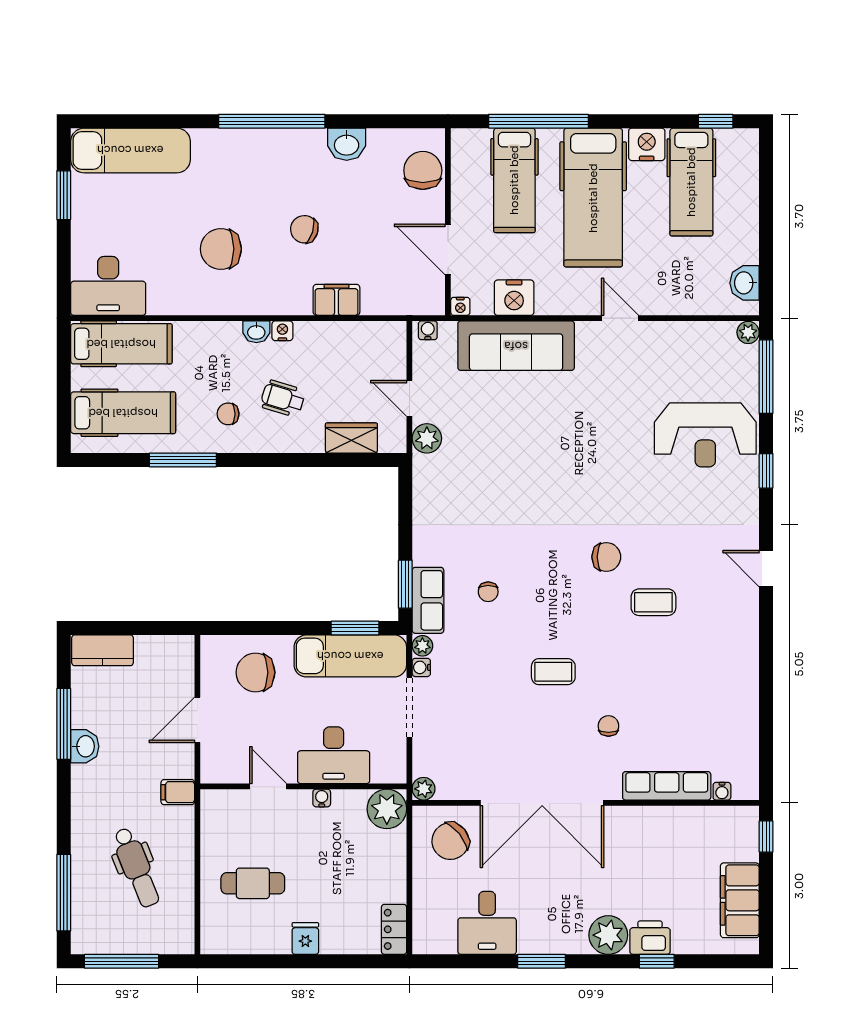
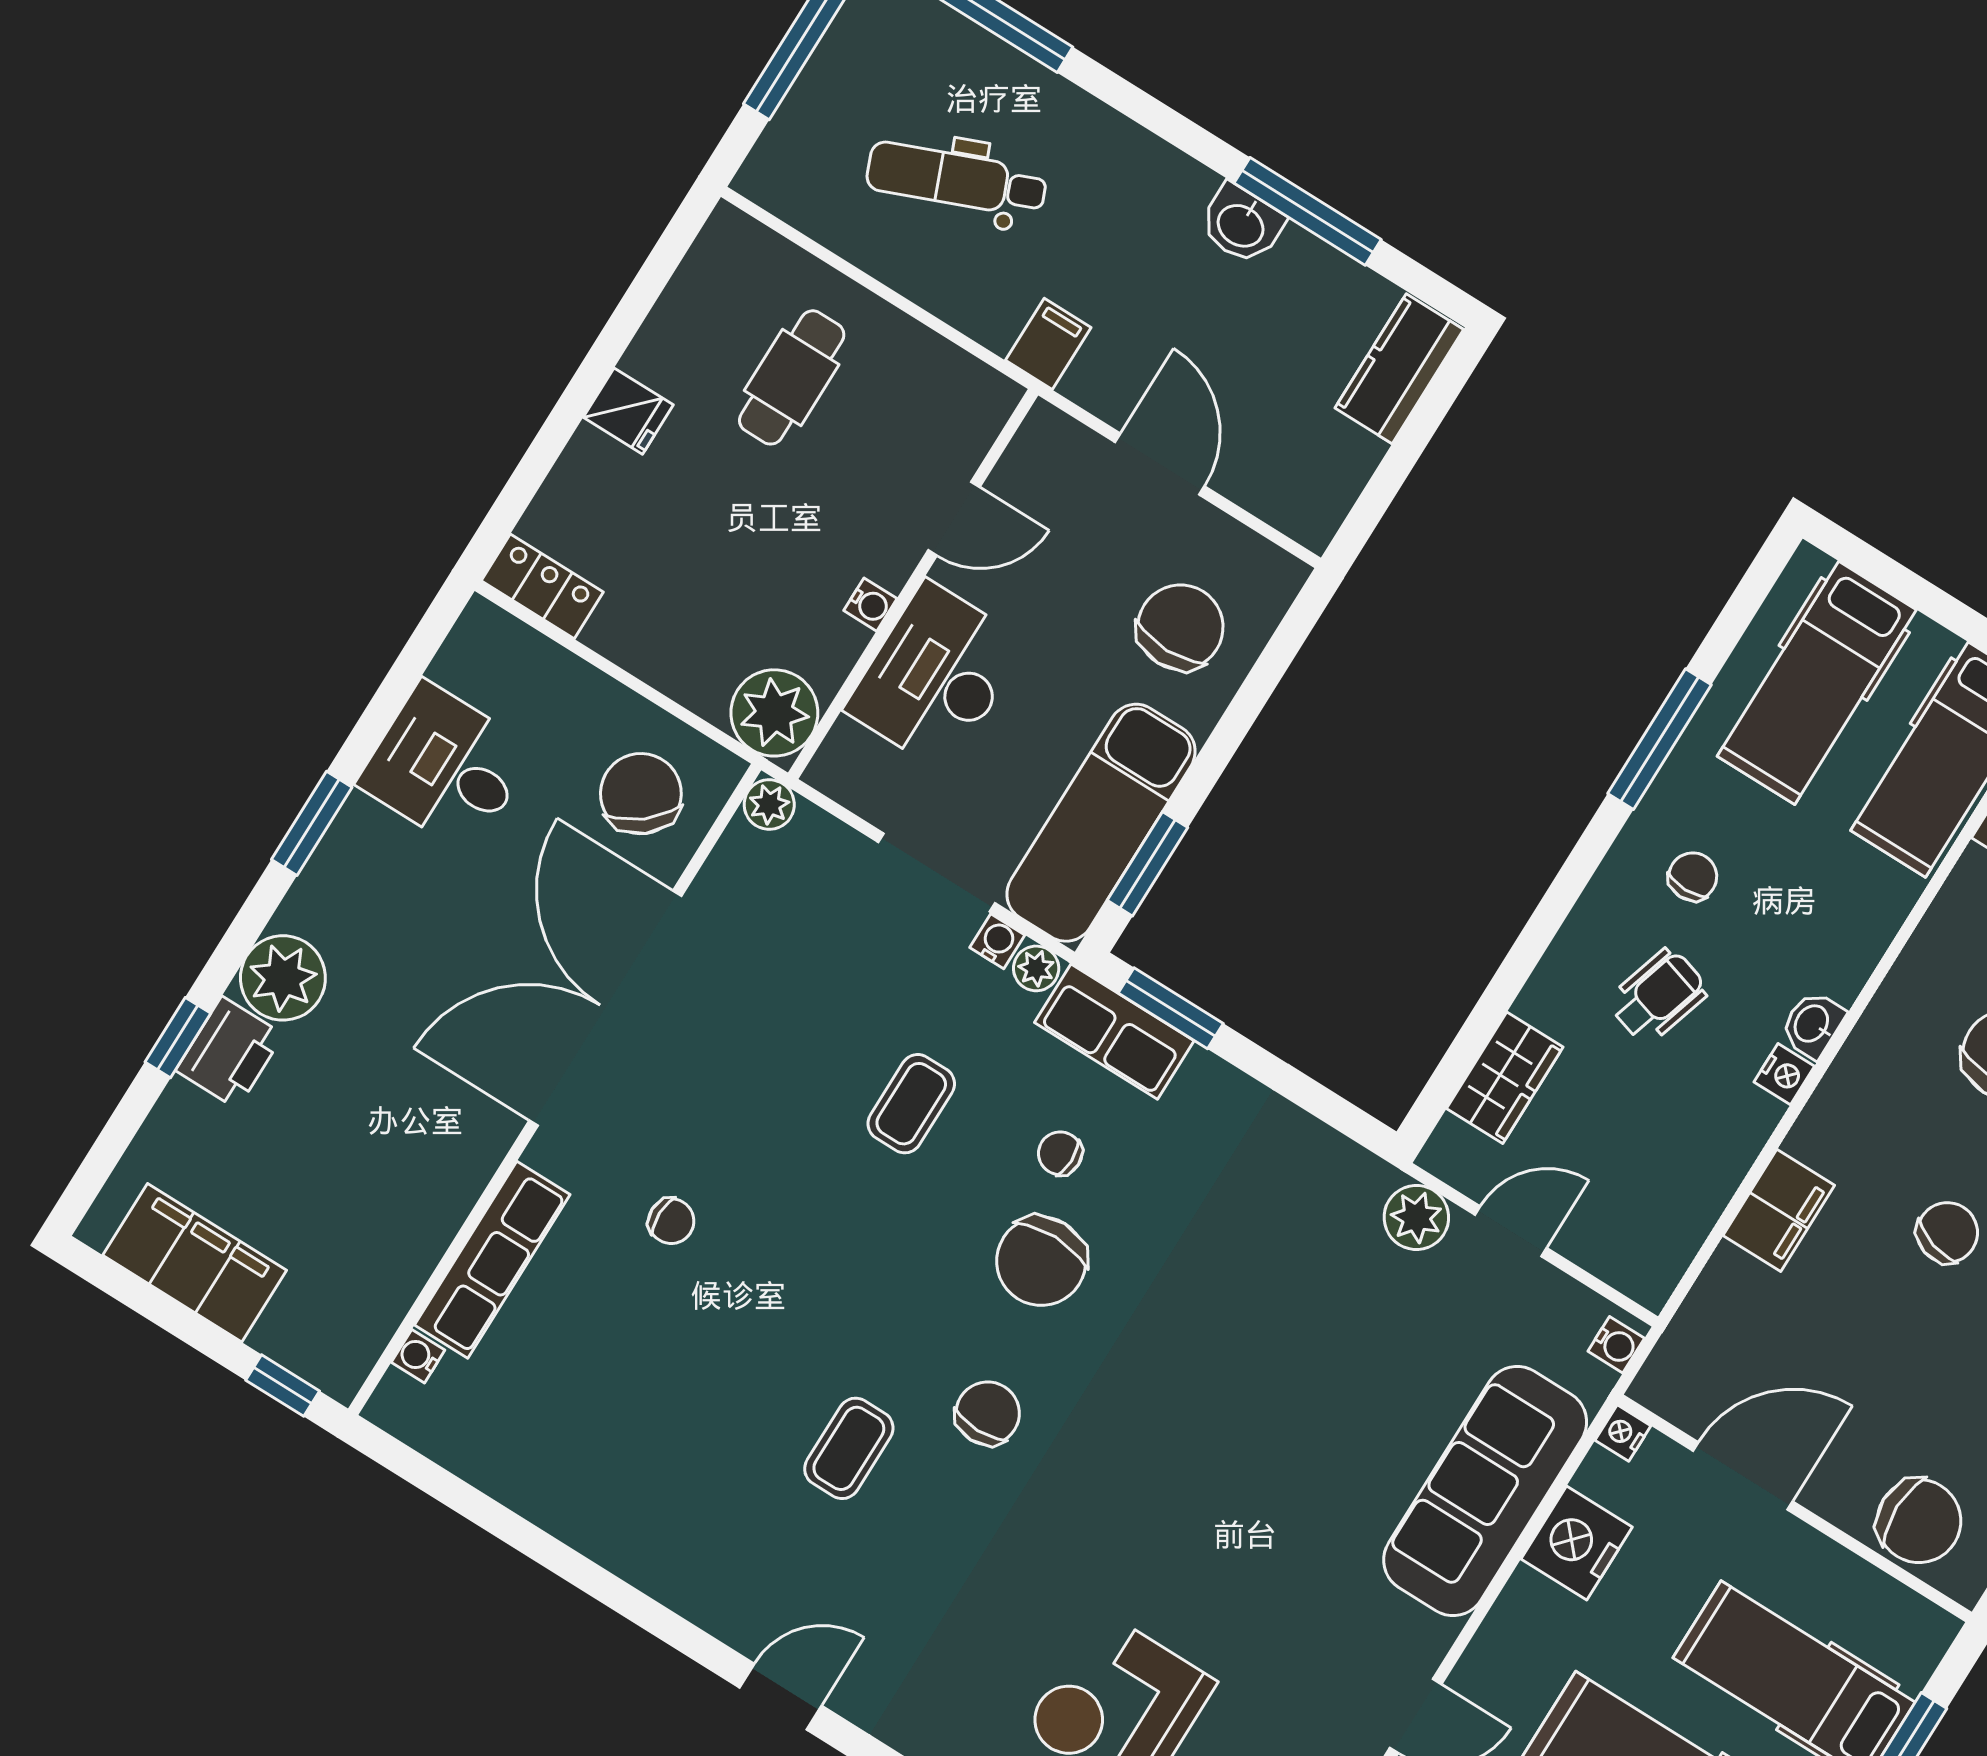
chair: (606, 557) -> (988, 1413), turned 180
chair: (534, 573) -> (1041, 1261), added
coffee table: (553, 672) -> (911, 1104), moved

